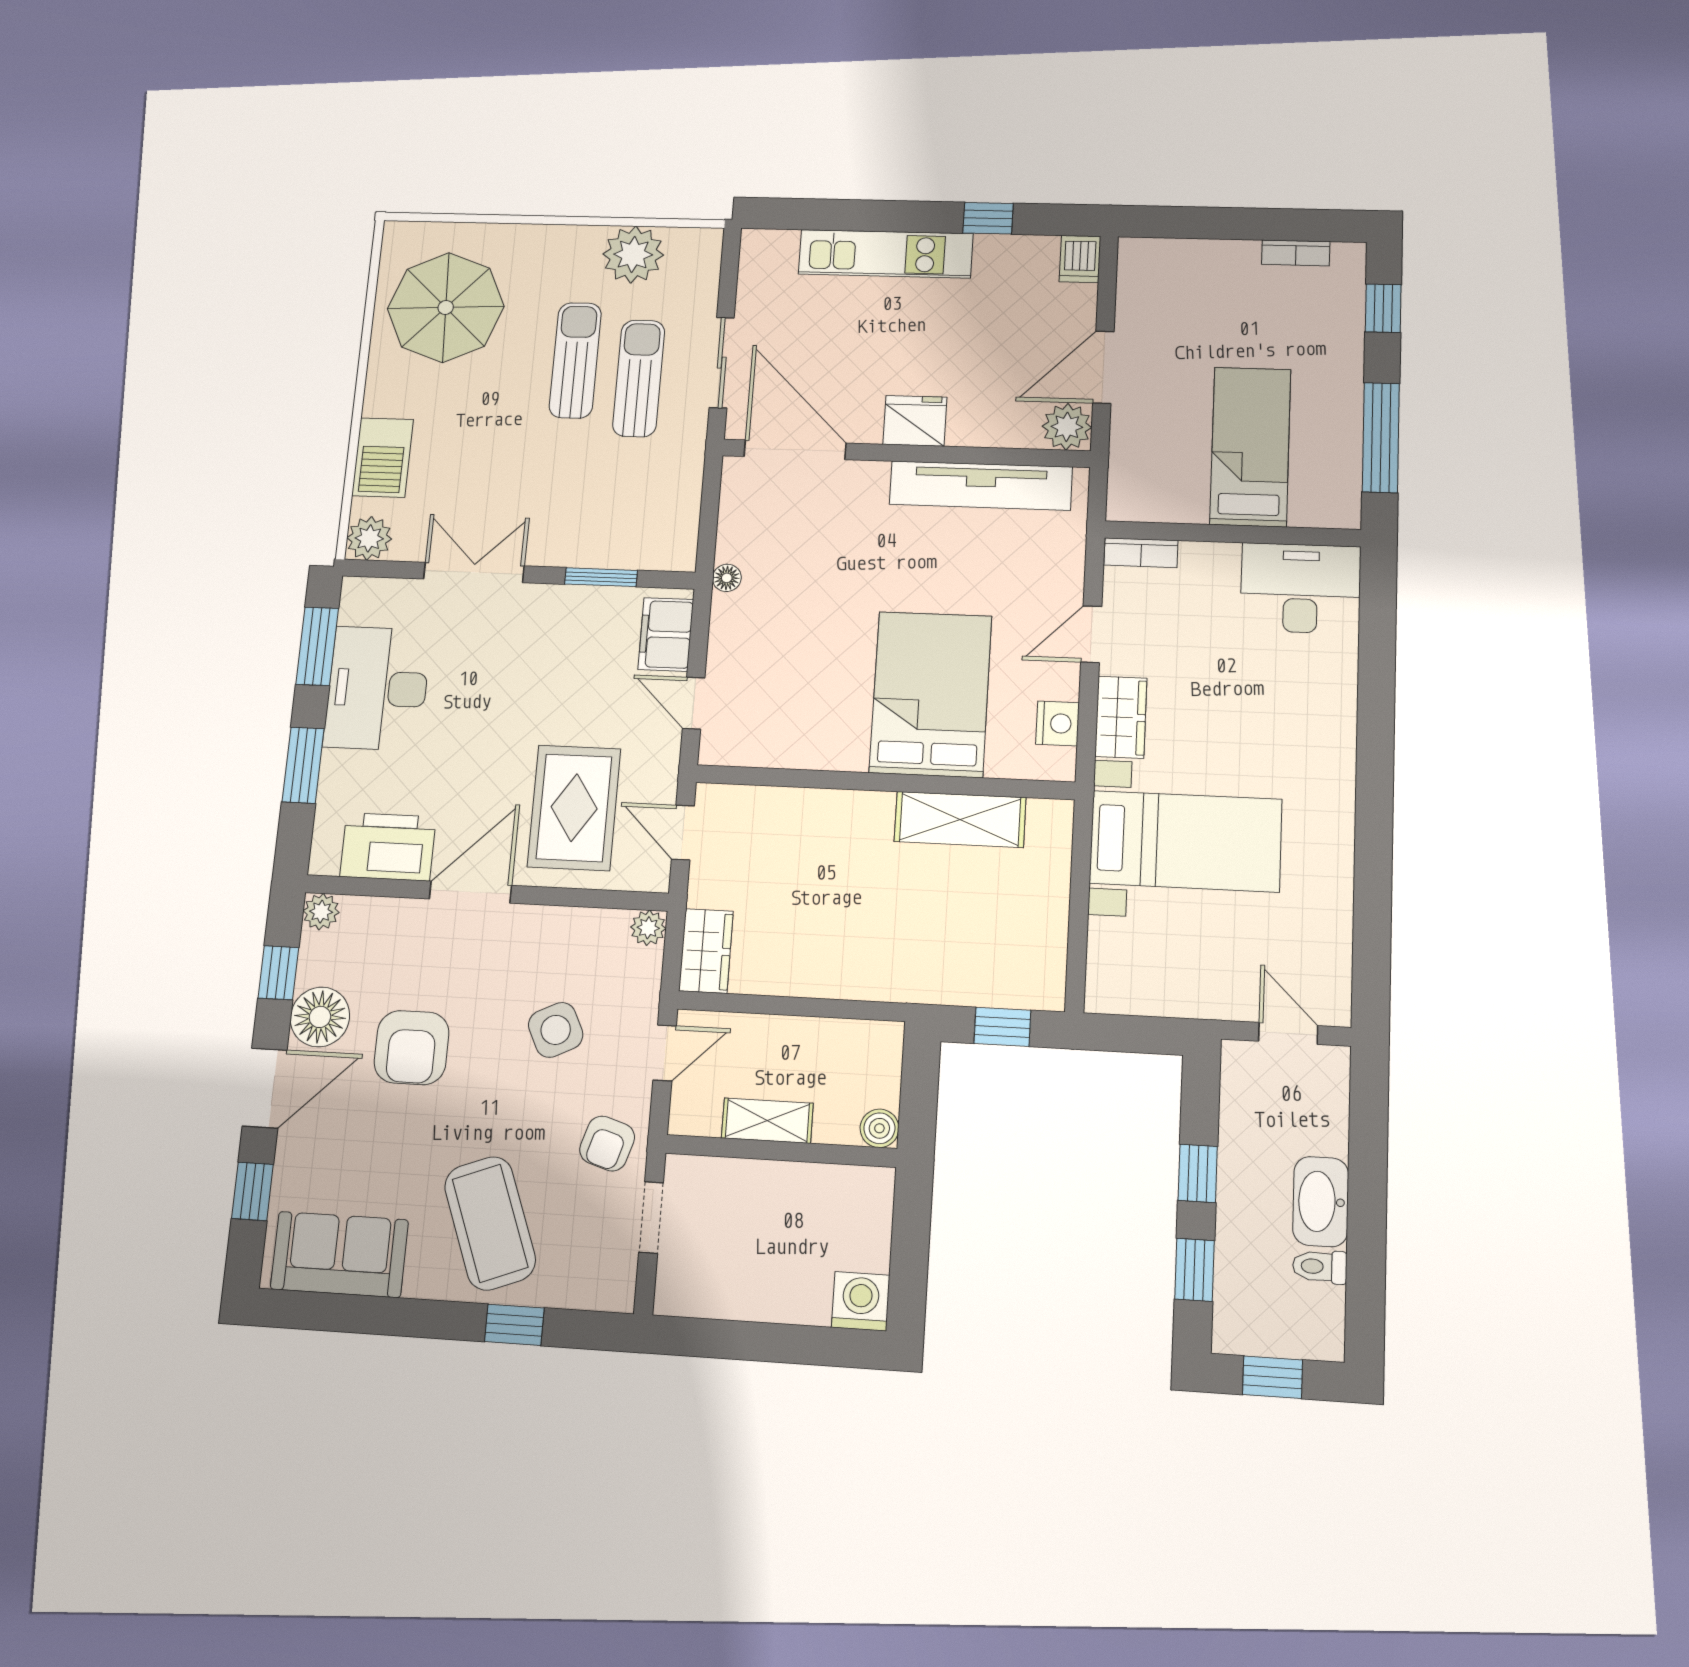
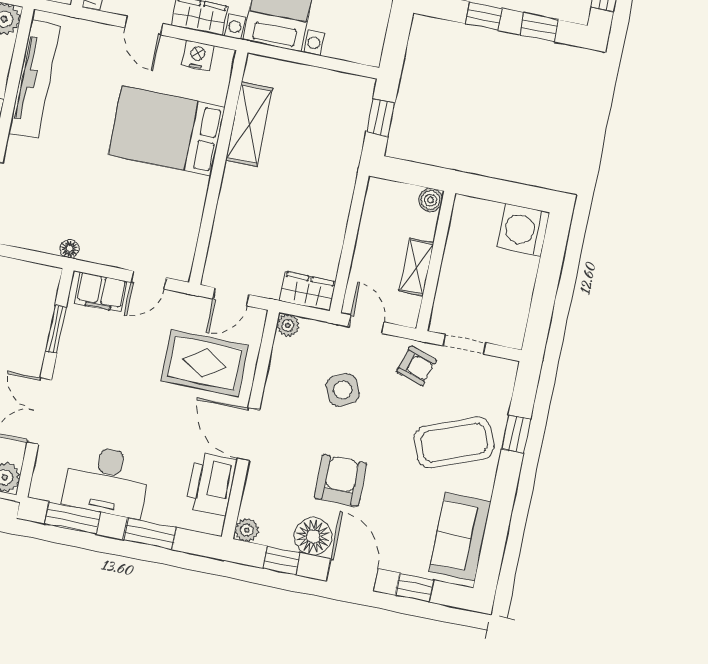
armchair: (412, 1048) -> (341, 481), turned -90
washing machine: (861, 1301) -> (523, 230), width x1.37, depth x1.37

